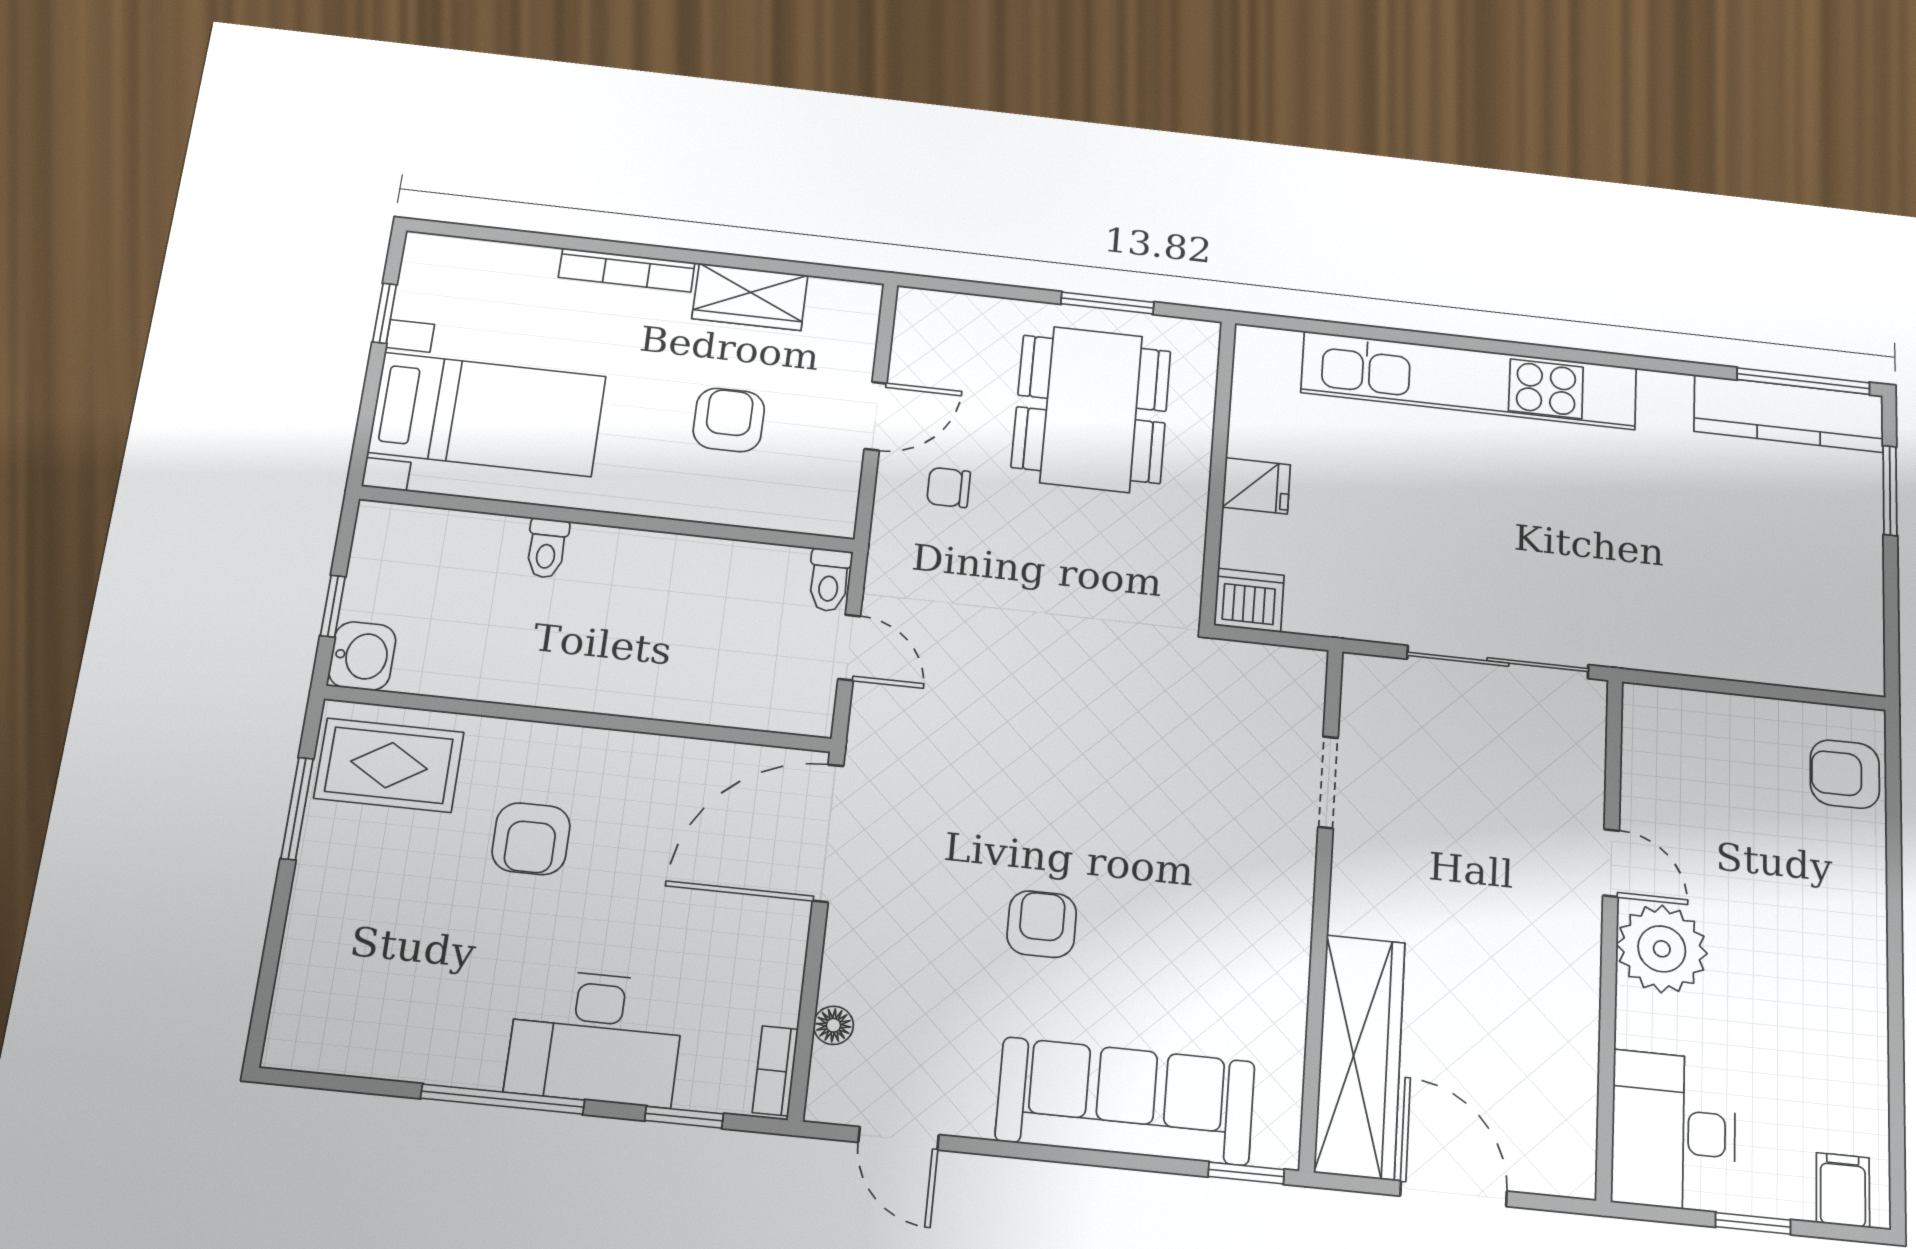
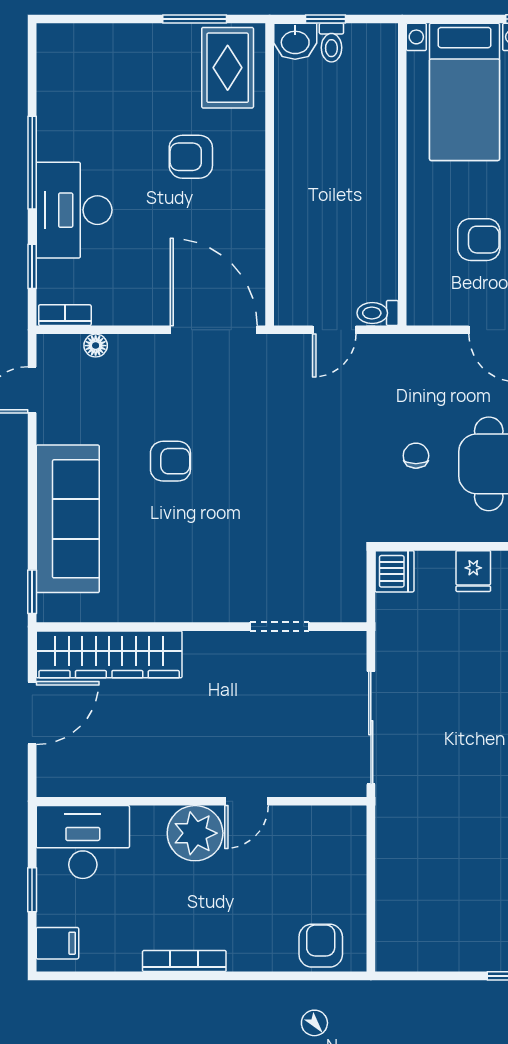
chair: (949, 487) -> (416, 456), moved
toilet: (547, 548) -> (331, 43), moved, turned -90
bookcase: (1871, 987) -> (184, 961), added

